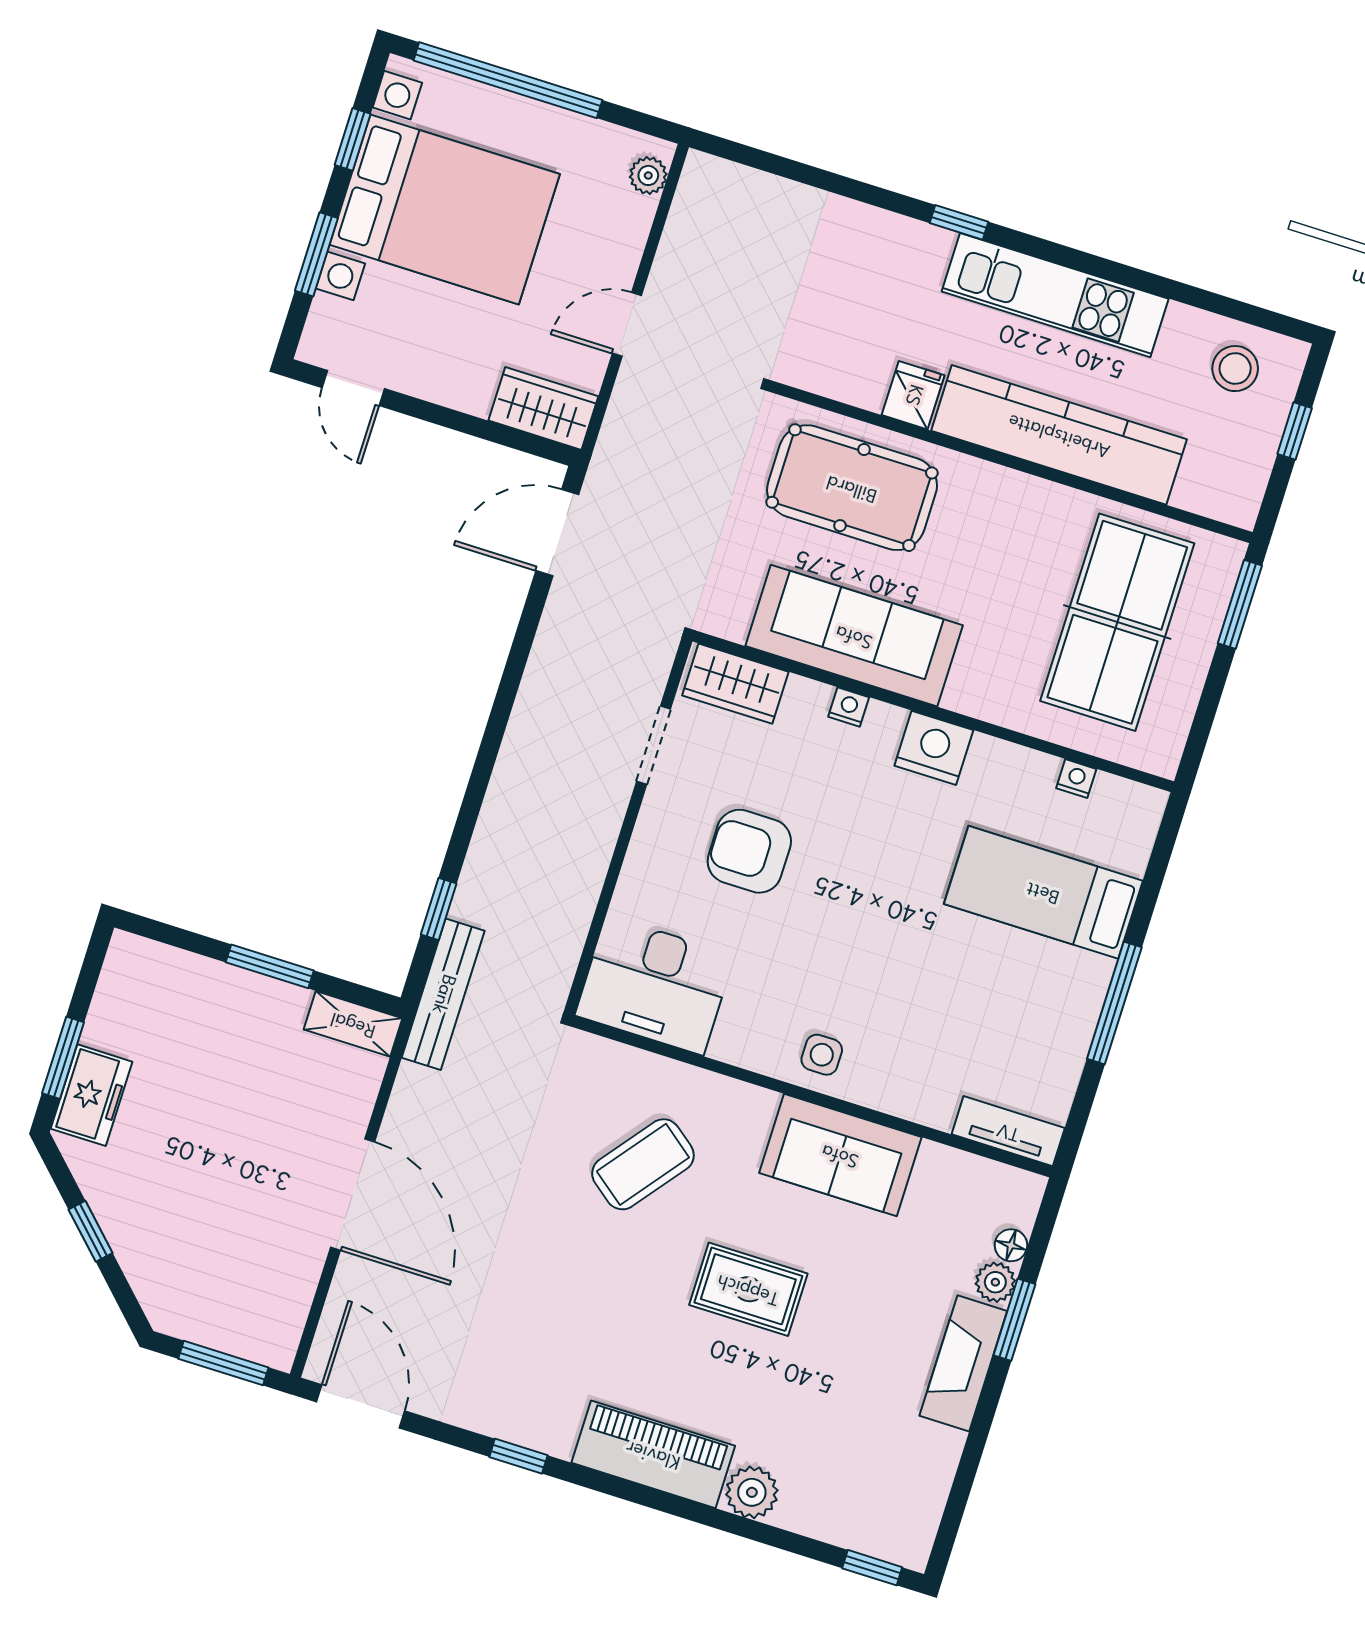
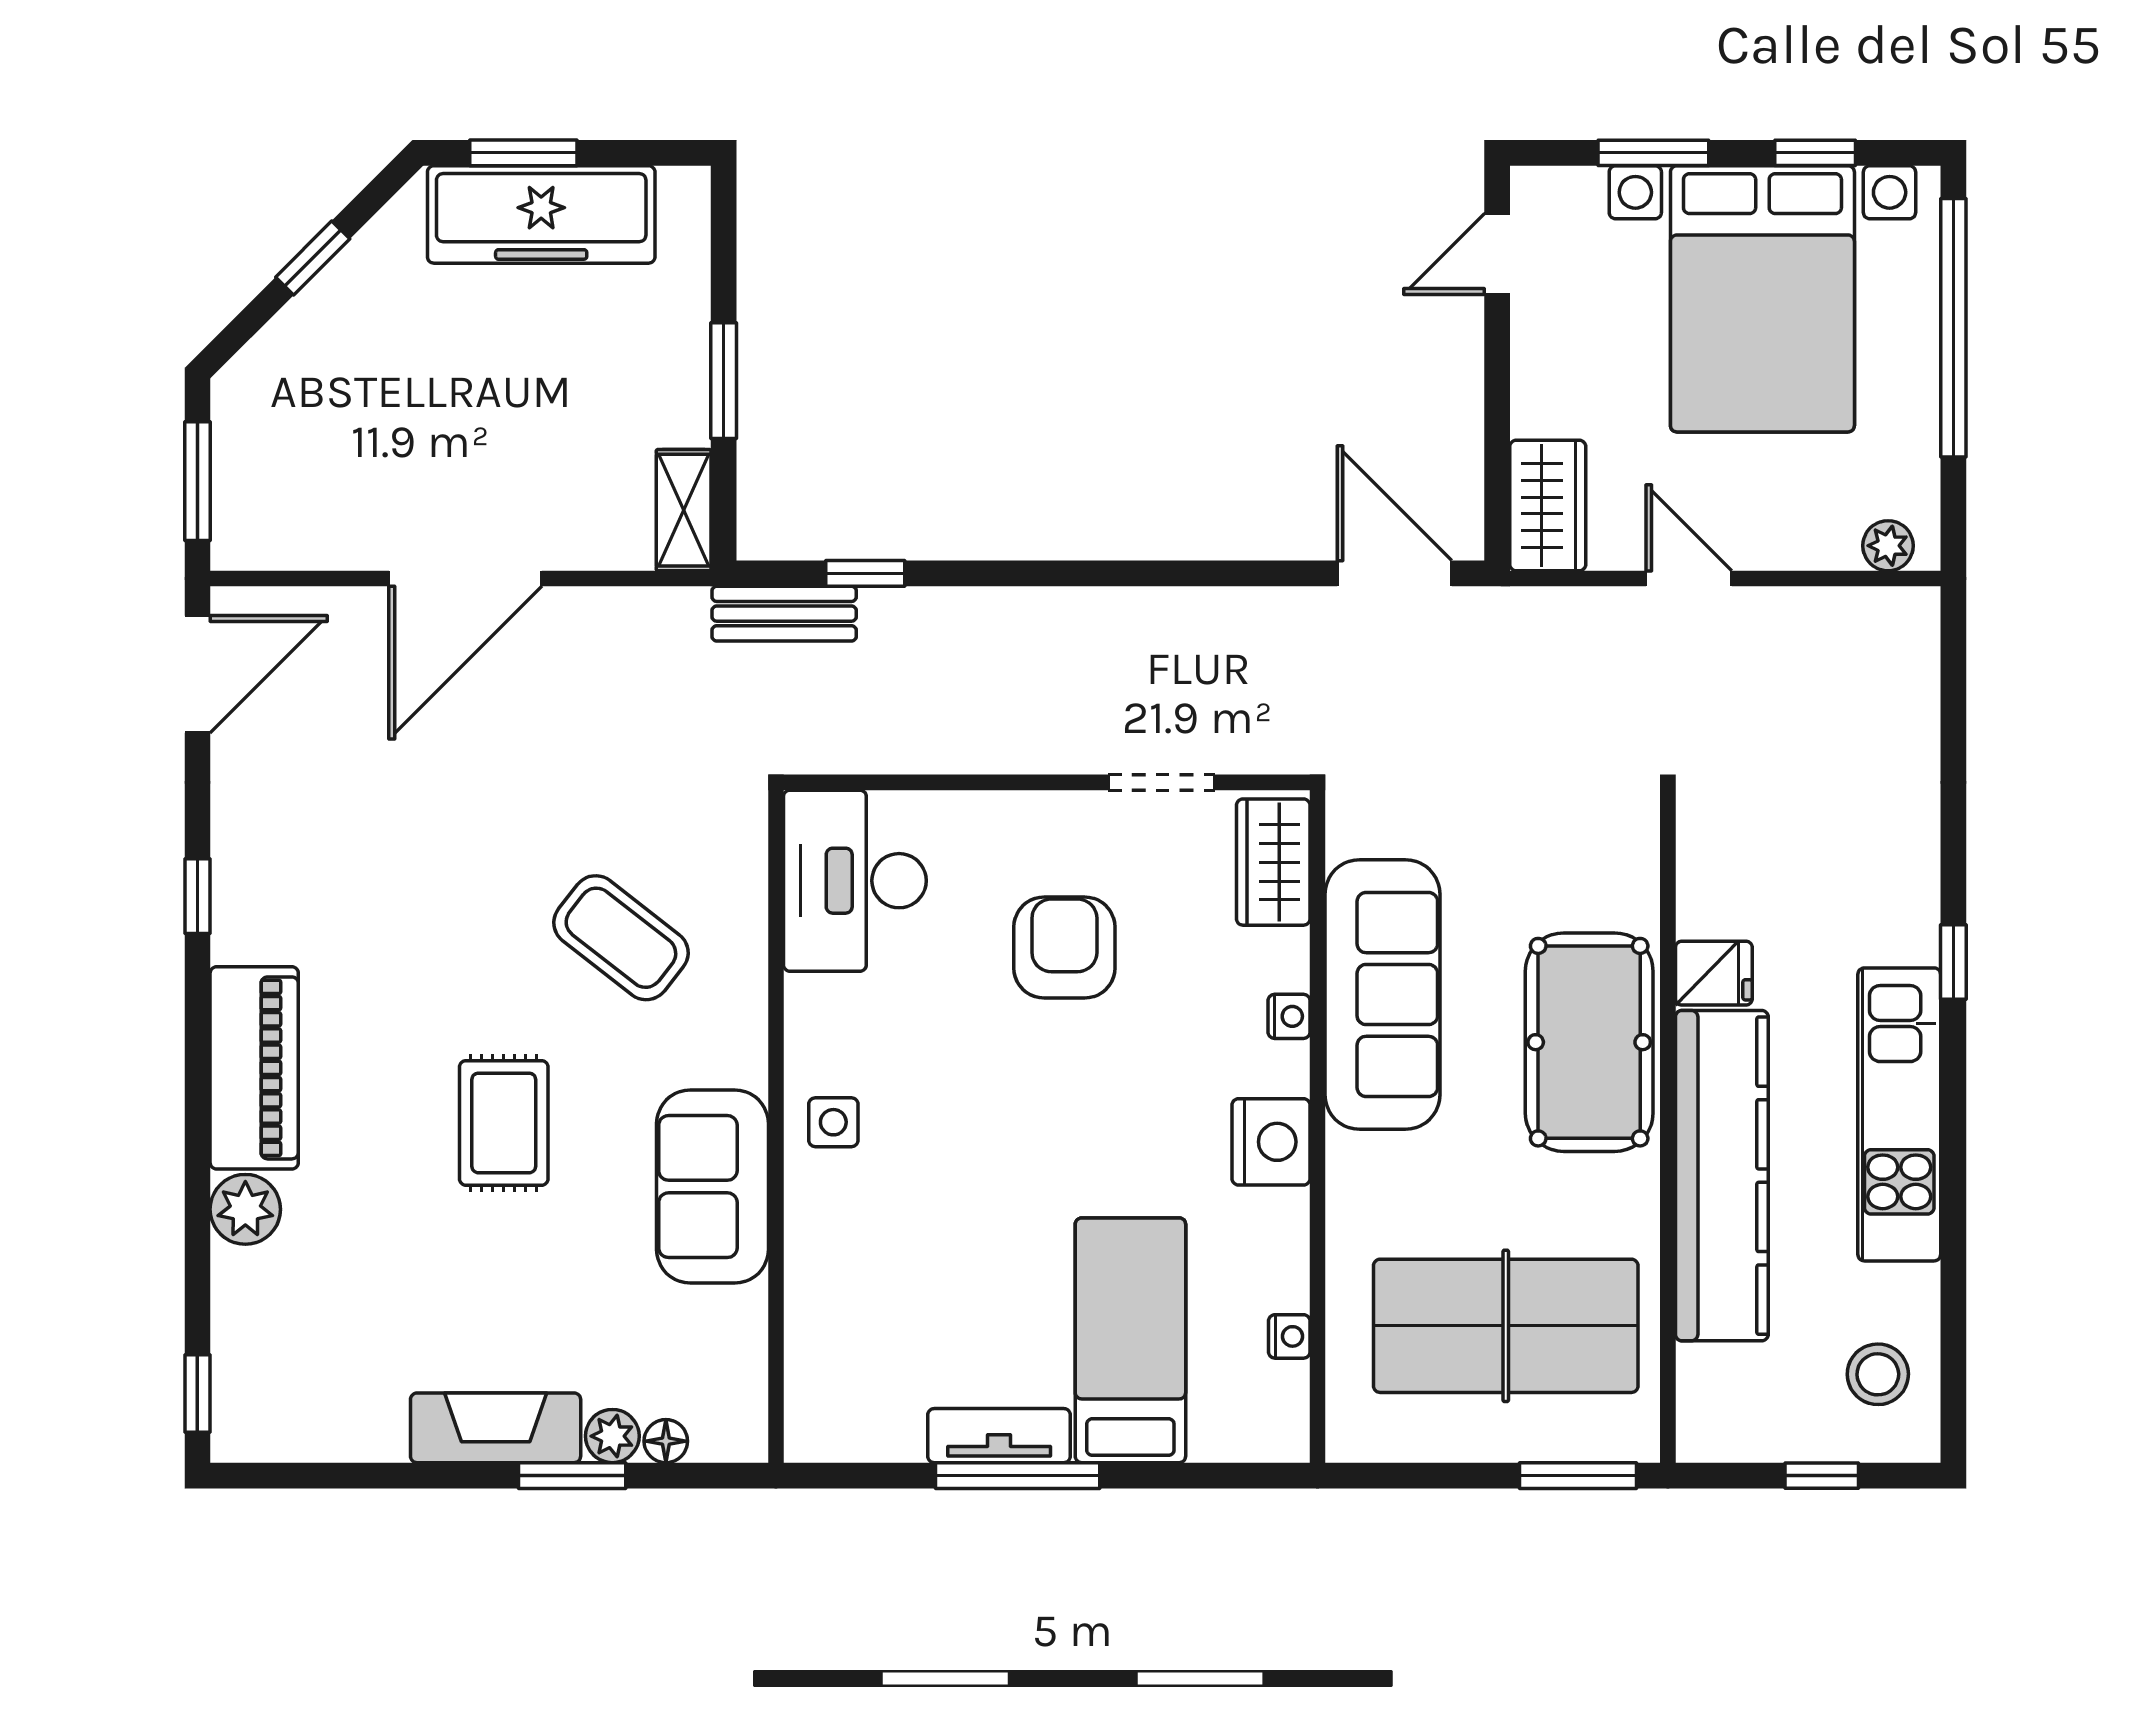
pool table: (852, 488) -> (1589, 1042), moved
bench: (443, 994) -> (784, 614), width x0.73
freezer: (91, 1095) -> (541, 214), width x1.91, depth x1.26
tv unit: (1008, 1131) -> (999, 1436), moved, turned -90

